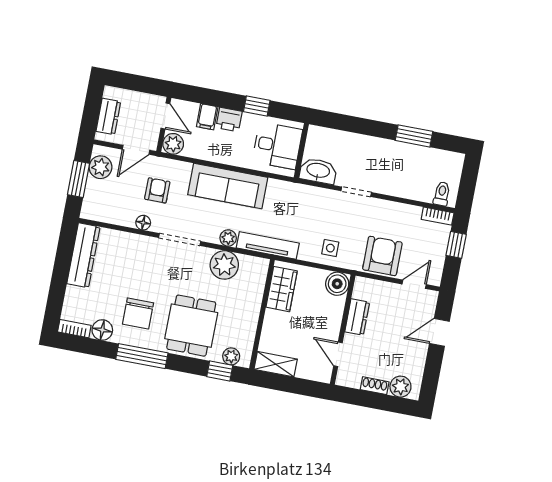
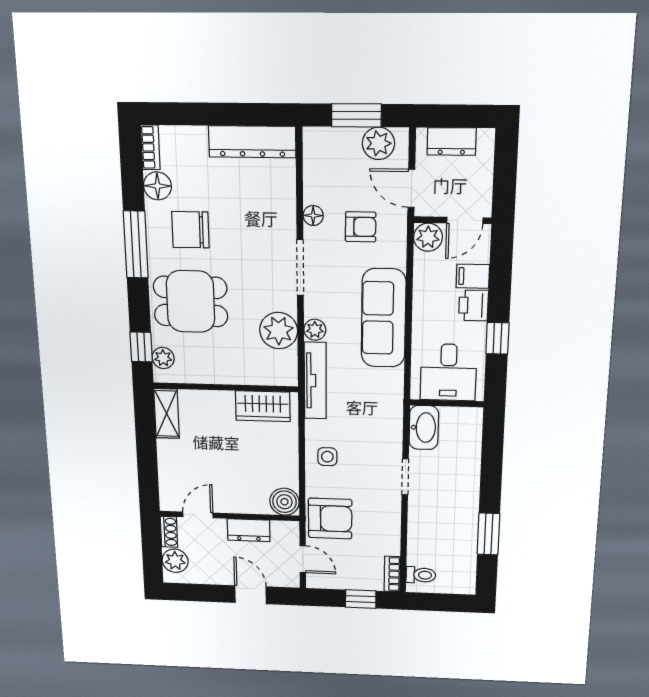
boiler: (337, 284) -> (284, 502), moved
dresser: (357, 317) -> (249, 530), moved
wall: (343, 330) -> (229, 516), moved
door: (338, 354) -> (198, 515), moved

